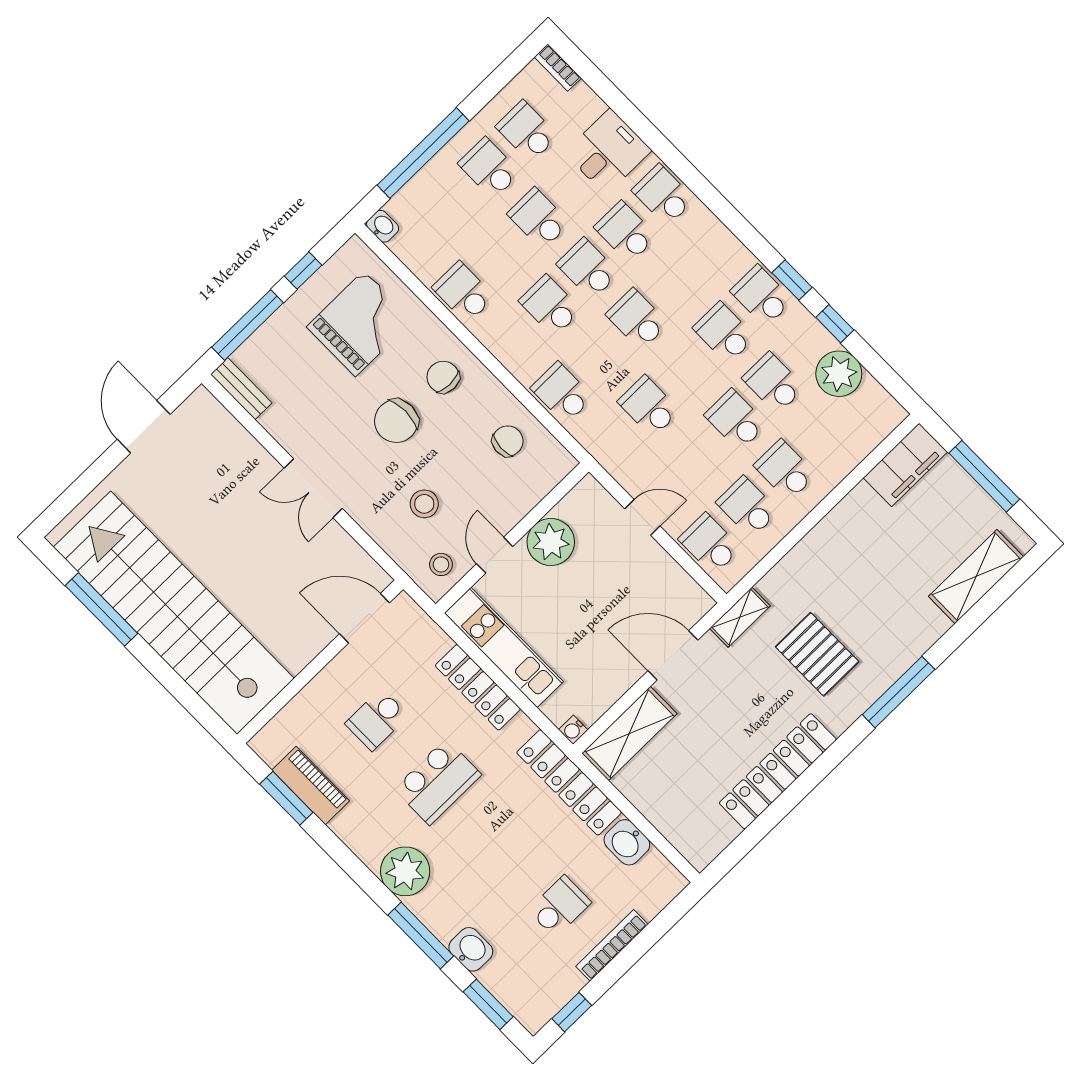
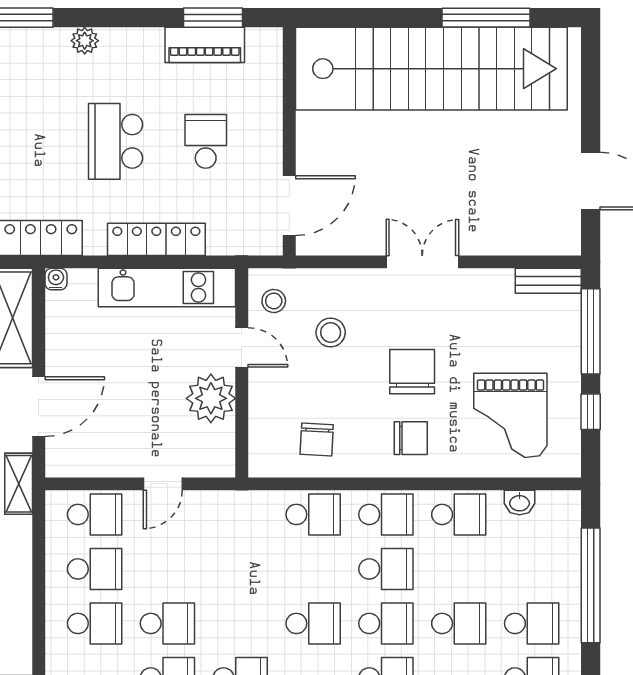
washbasin: (383, 226) -> (520, 503), moved
school desk: (649, 406) -> (386, 514), moved
plant: (405, 871) -> (85, 41), width x0.53, depth x0.53

